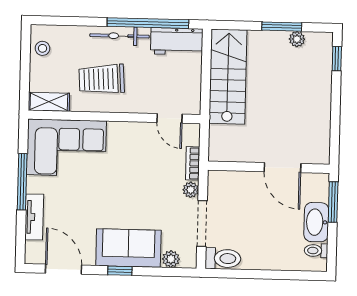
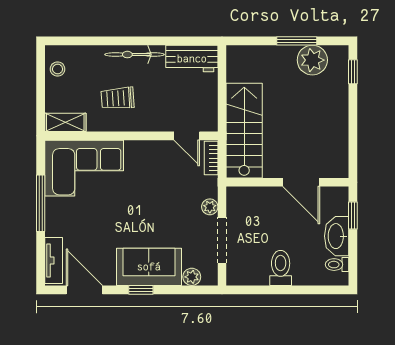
window: (148, 23) -> (163, 41), removed
plant: (297, 39) -> (312, 60), width x1.87, depth x1.87
stairs: (228, 77) -> (244, 131), moved
trolley: (102, 79) -> (118, 98), width x0.73, depth x0.72
bookcase: (193, 163) -> (211, 158), moved
window: (333, 202) -> (353, 216), width x0.67
tv unit: (34, 217) -> (54, 260), moved
toilet: (223, 258) -> (281, 268), moved, turned -90

